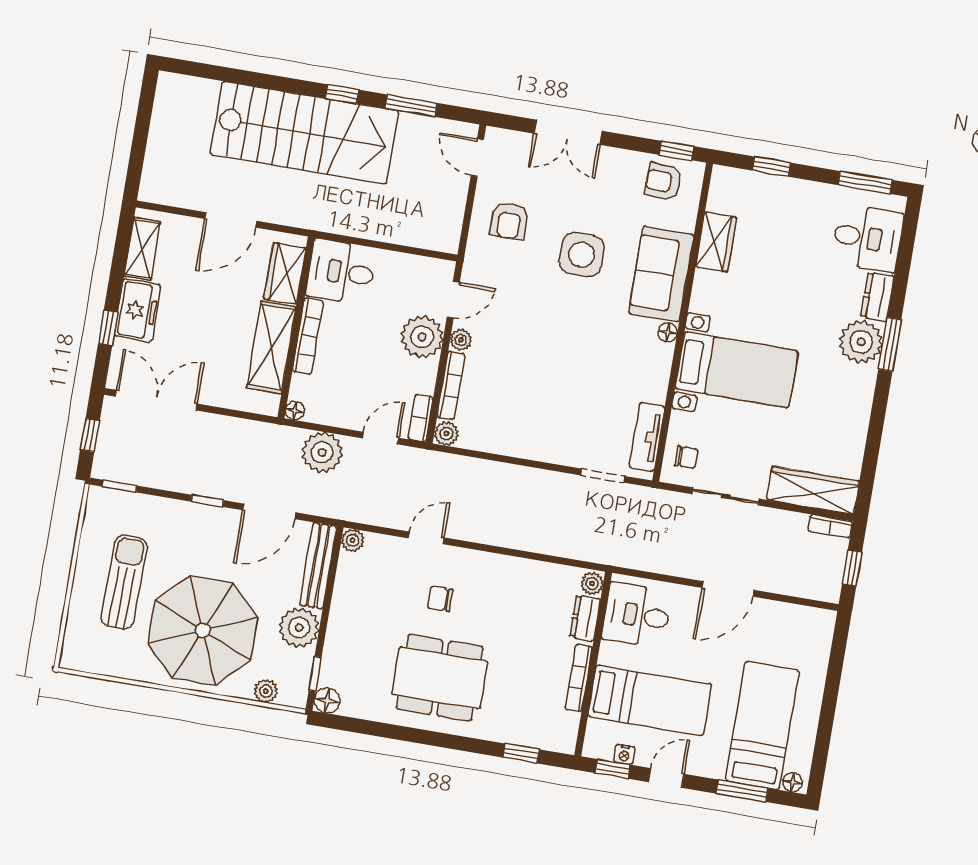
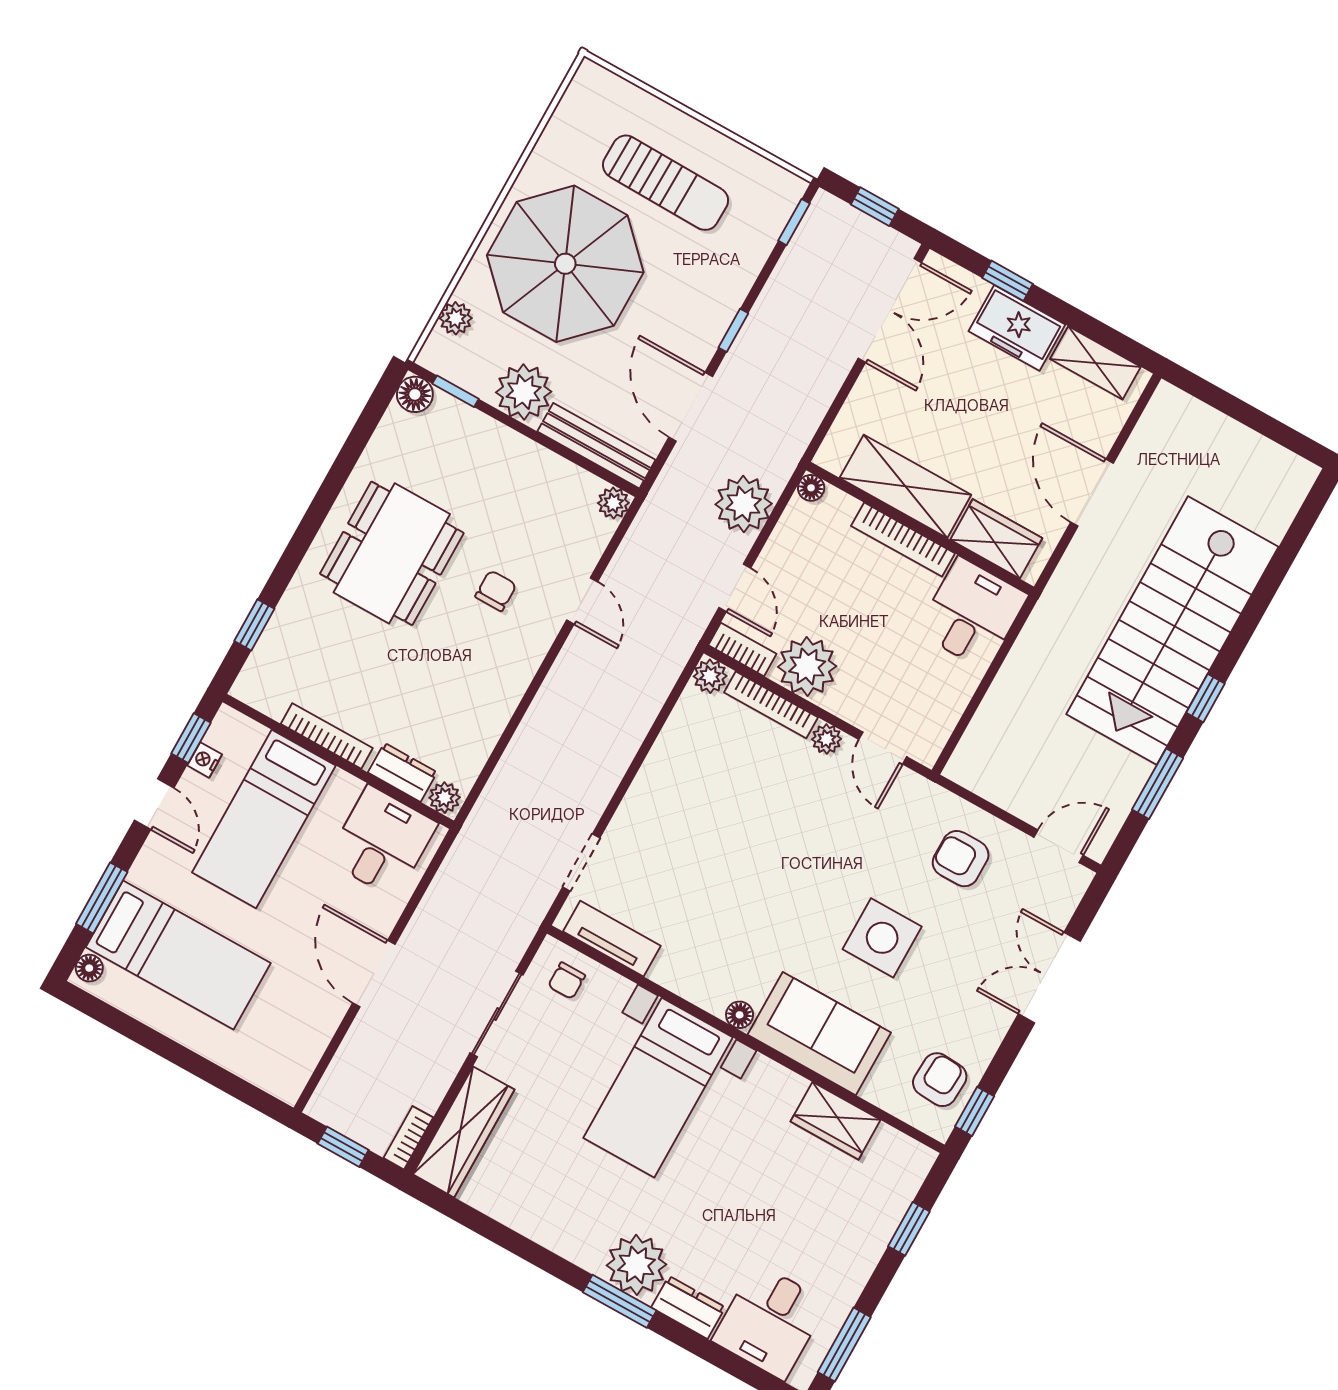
plant: (422, 337) -> (807, 666), moved

